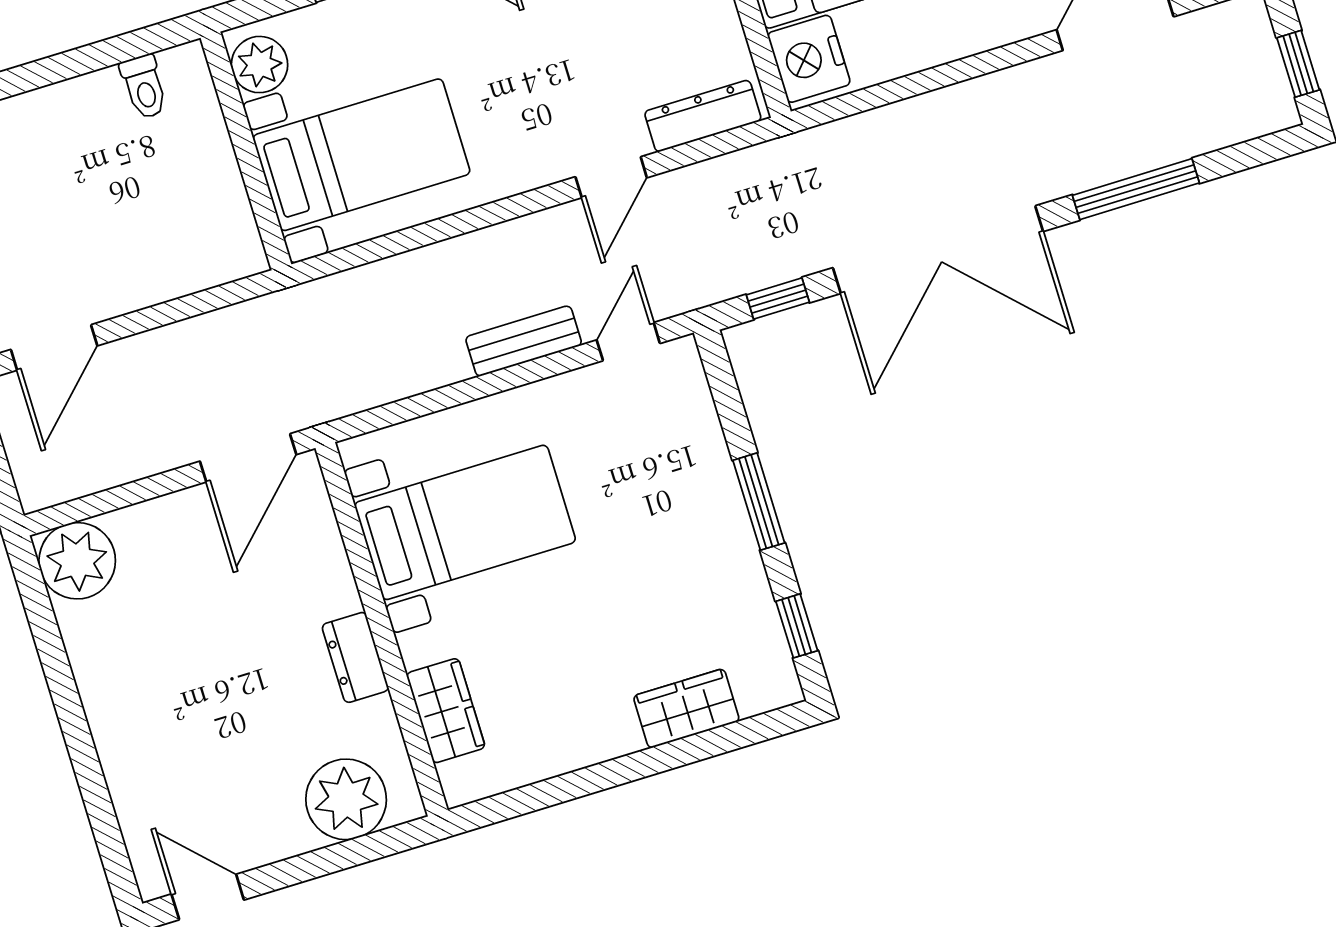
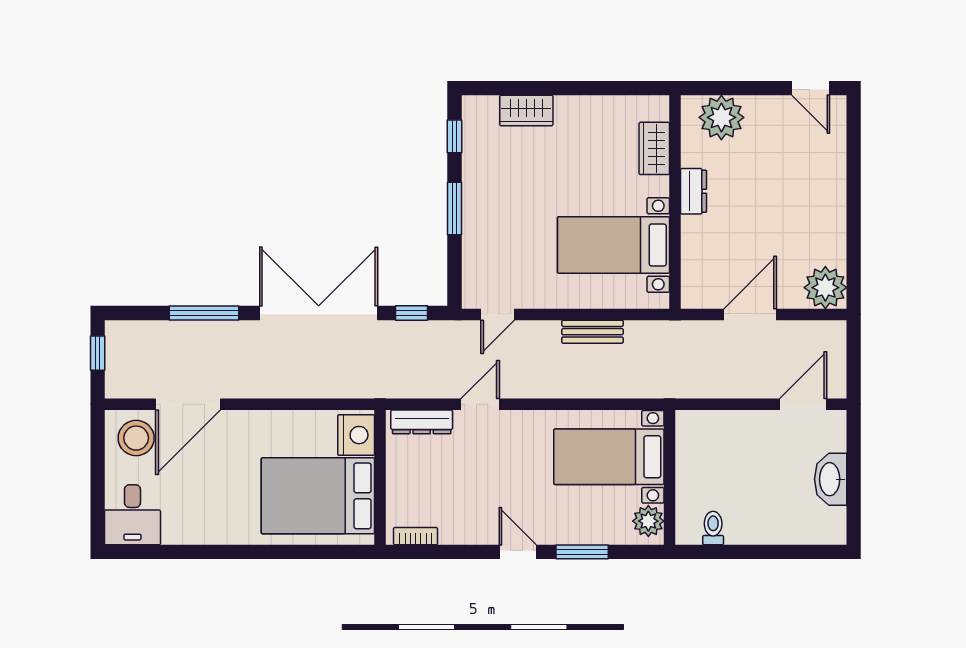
bench: (524, 341) -> (592, 332), moved
door: (248, 458) -> (750, 314), moved

